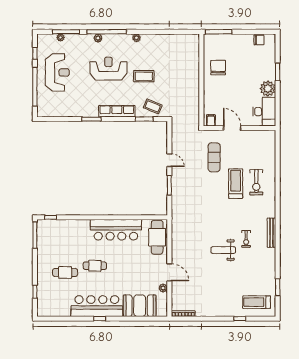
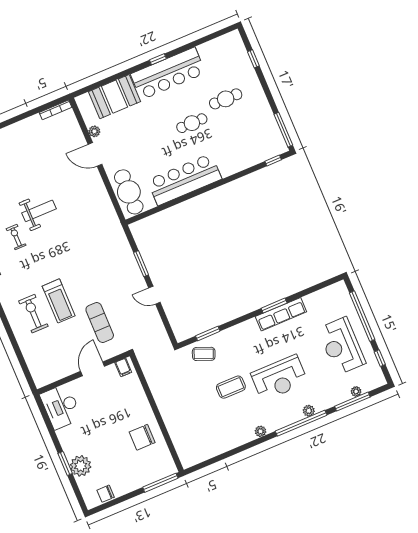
chair: (218, 68) -> (142, 437), turned 90
plant: (268, 89) -> (81, 466), moved
row of seats: (117, 111) -> (281, 314), moved
door: (232, 128) -> (93, 369), swing flipped

